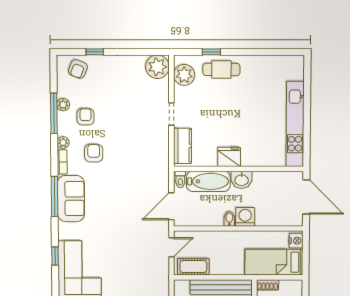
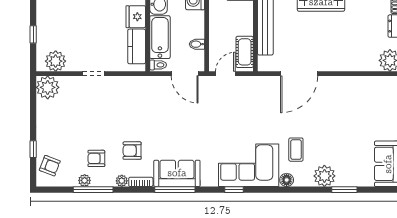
cafe table: (221, 69) -> (50, 25), removed
kitchen counter: (183, 146) -> (137, 46), moved, turned -90
bidet: (229, 219) -> (197, 44), moved
door: (171, 247) -> (225, 74), hinge flipped

